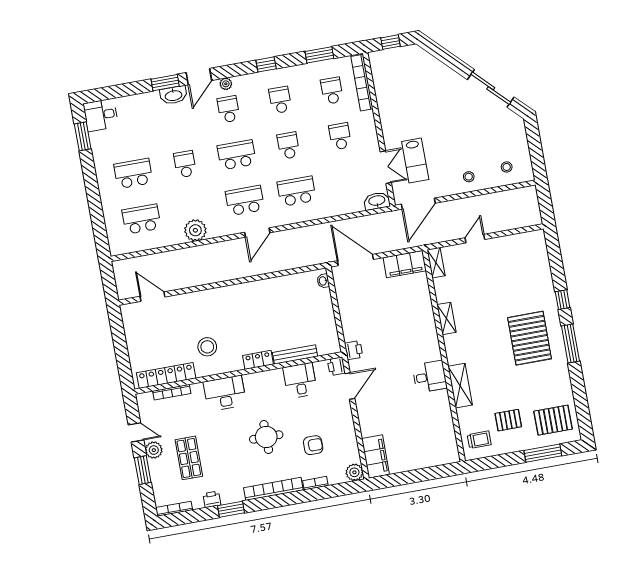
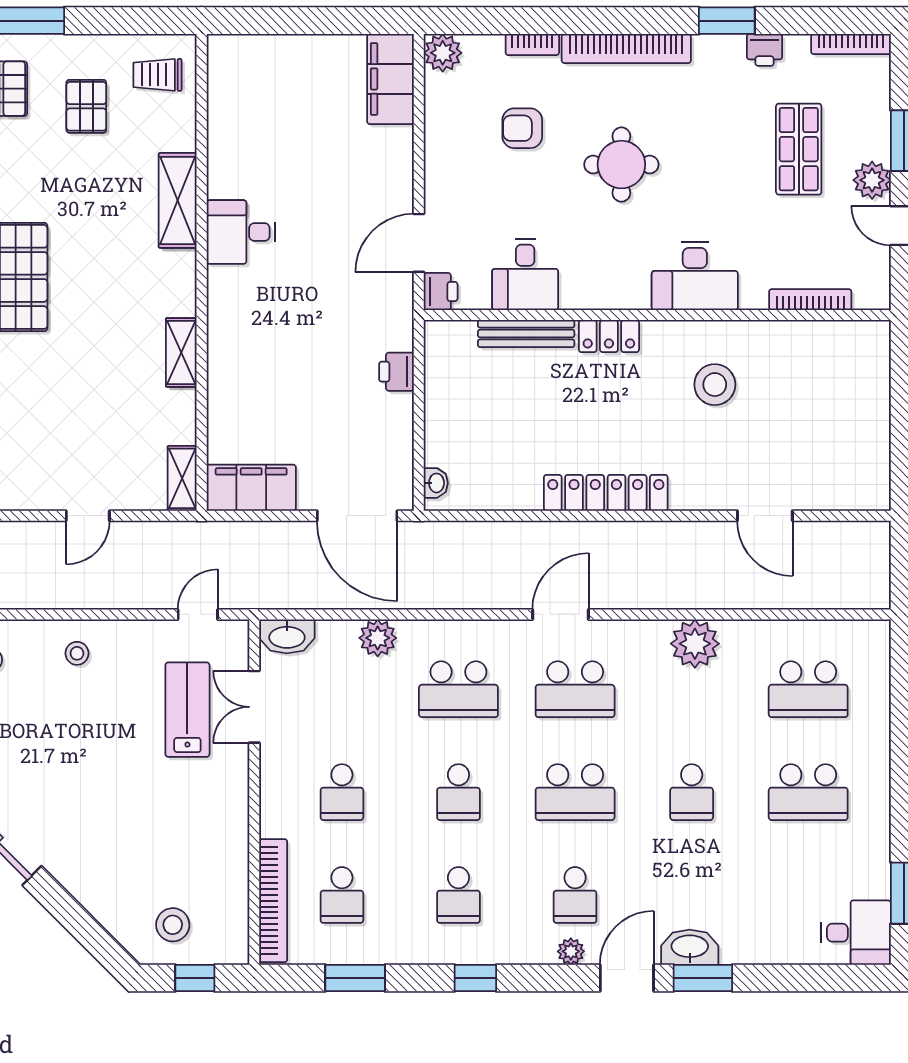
stool: (405, 64) -> (173, 925), added
door: (418, 204) -> (198, 614), width x0.53
plant: (337, 208) -> (378, 638), added
door: (152, 297) -> (765, 516), moved
printer: (354, 350) -> (396, 372), moved
locker: (166, 376) -> (606, 493), moved, turned 180
pallet: (508, 420) -> (86, 106), turned 90

